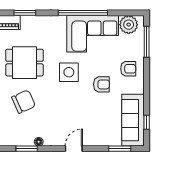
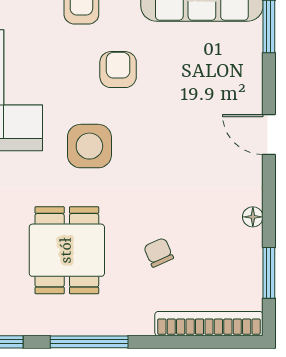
chair: (24, 102) -> (159, 252), width x0.54, depth x0.54
window: (27, 149) -> (269, 273), moved

